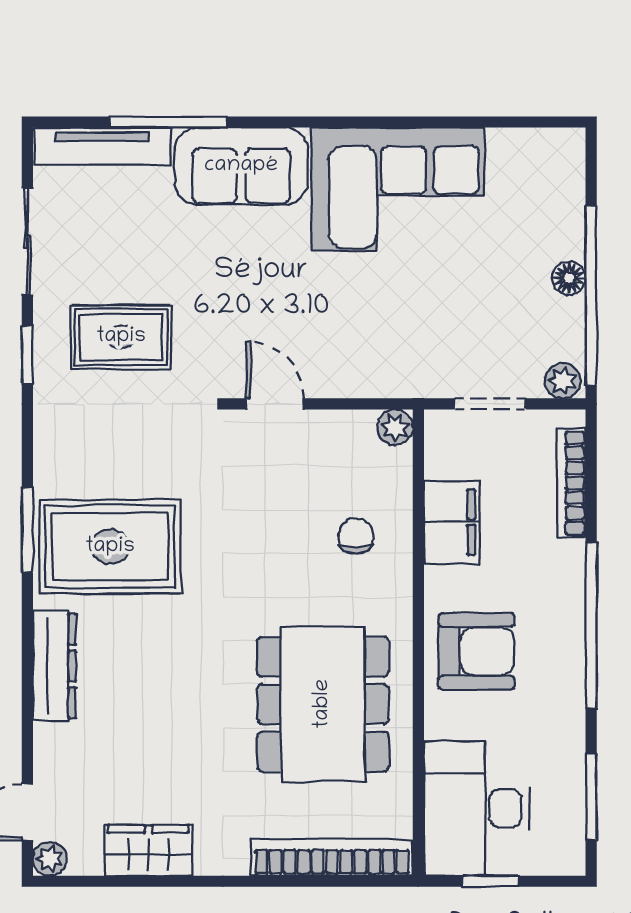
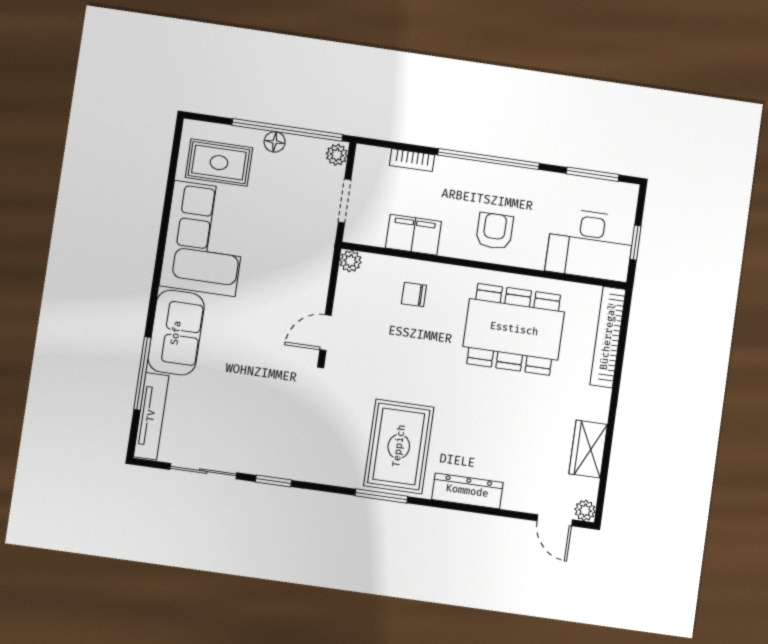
rug: (121, 337) -> (219, 163), moved, turned 90
bookcase: (572, 483) -> (412, 160), width x0.64
armchair: (476, 651) -> (495, 231), width x0.72, depth x0.72

